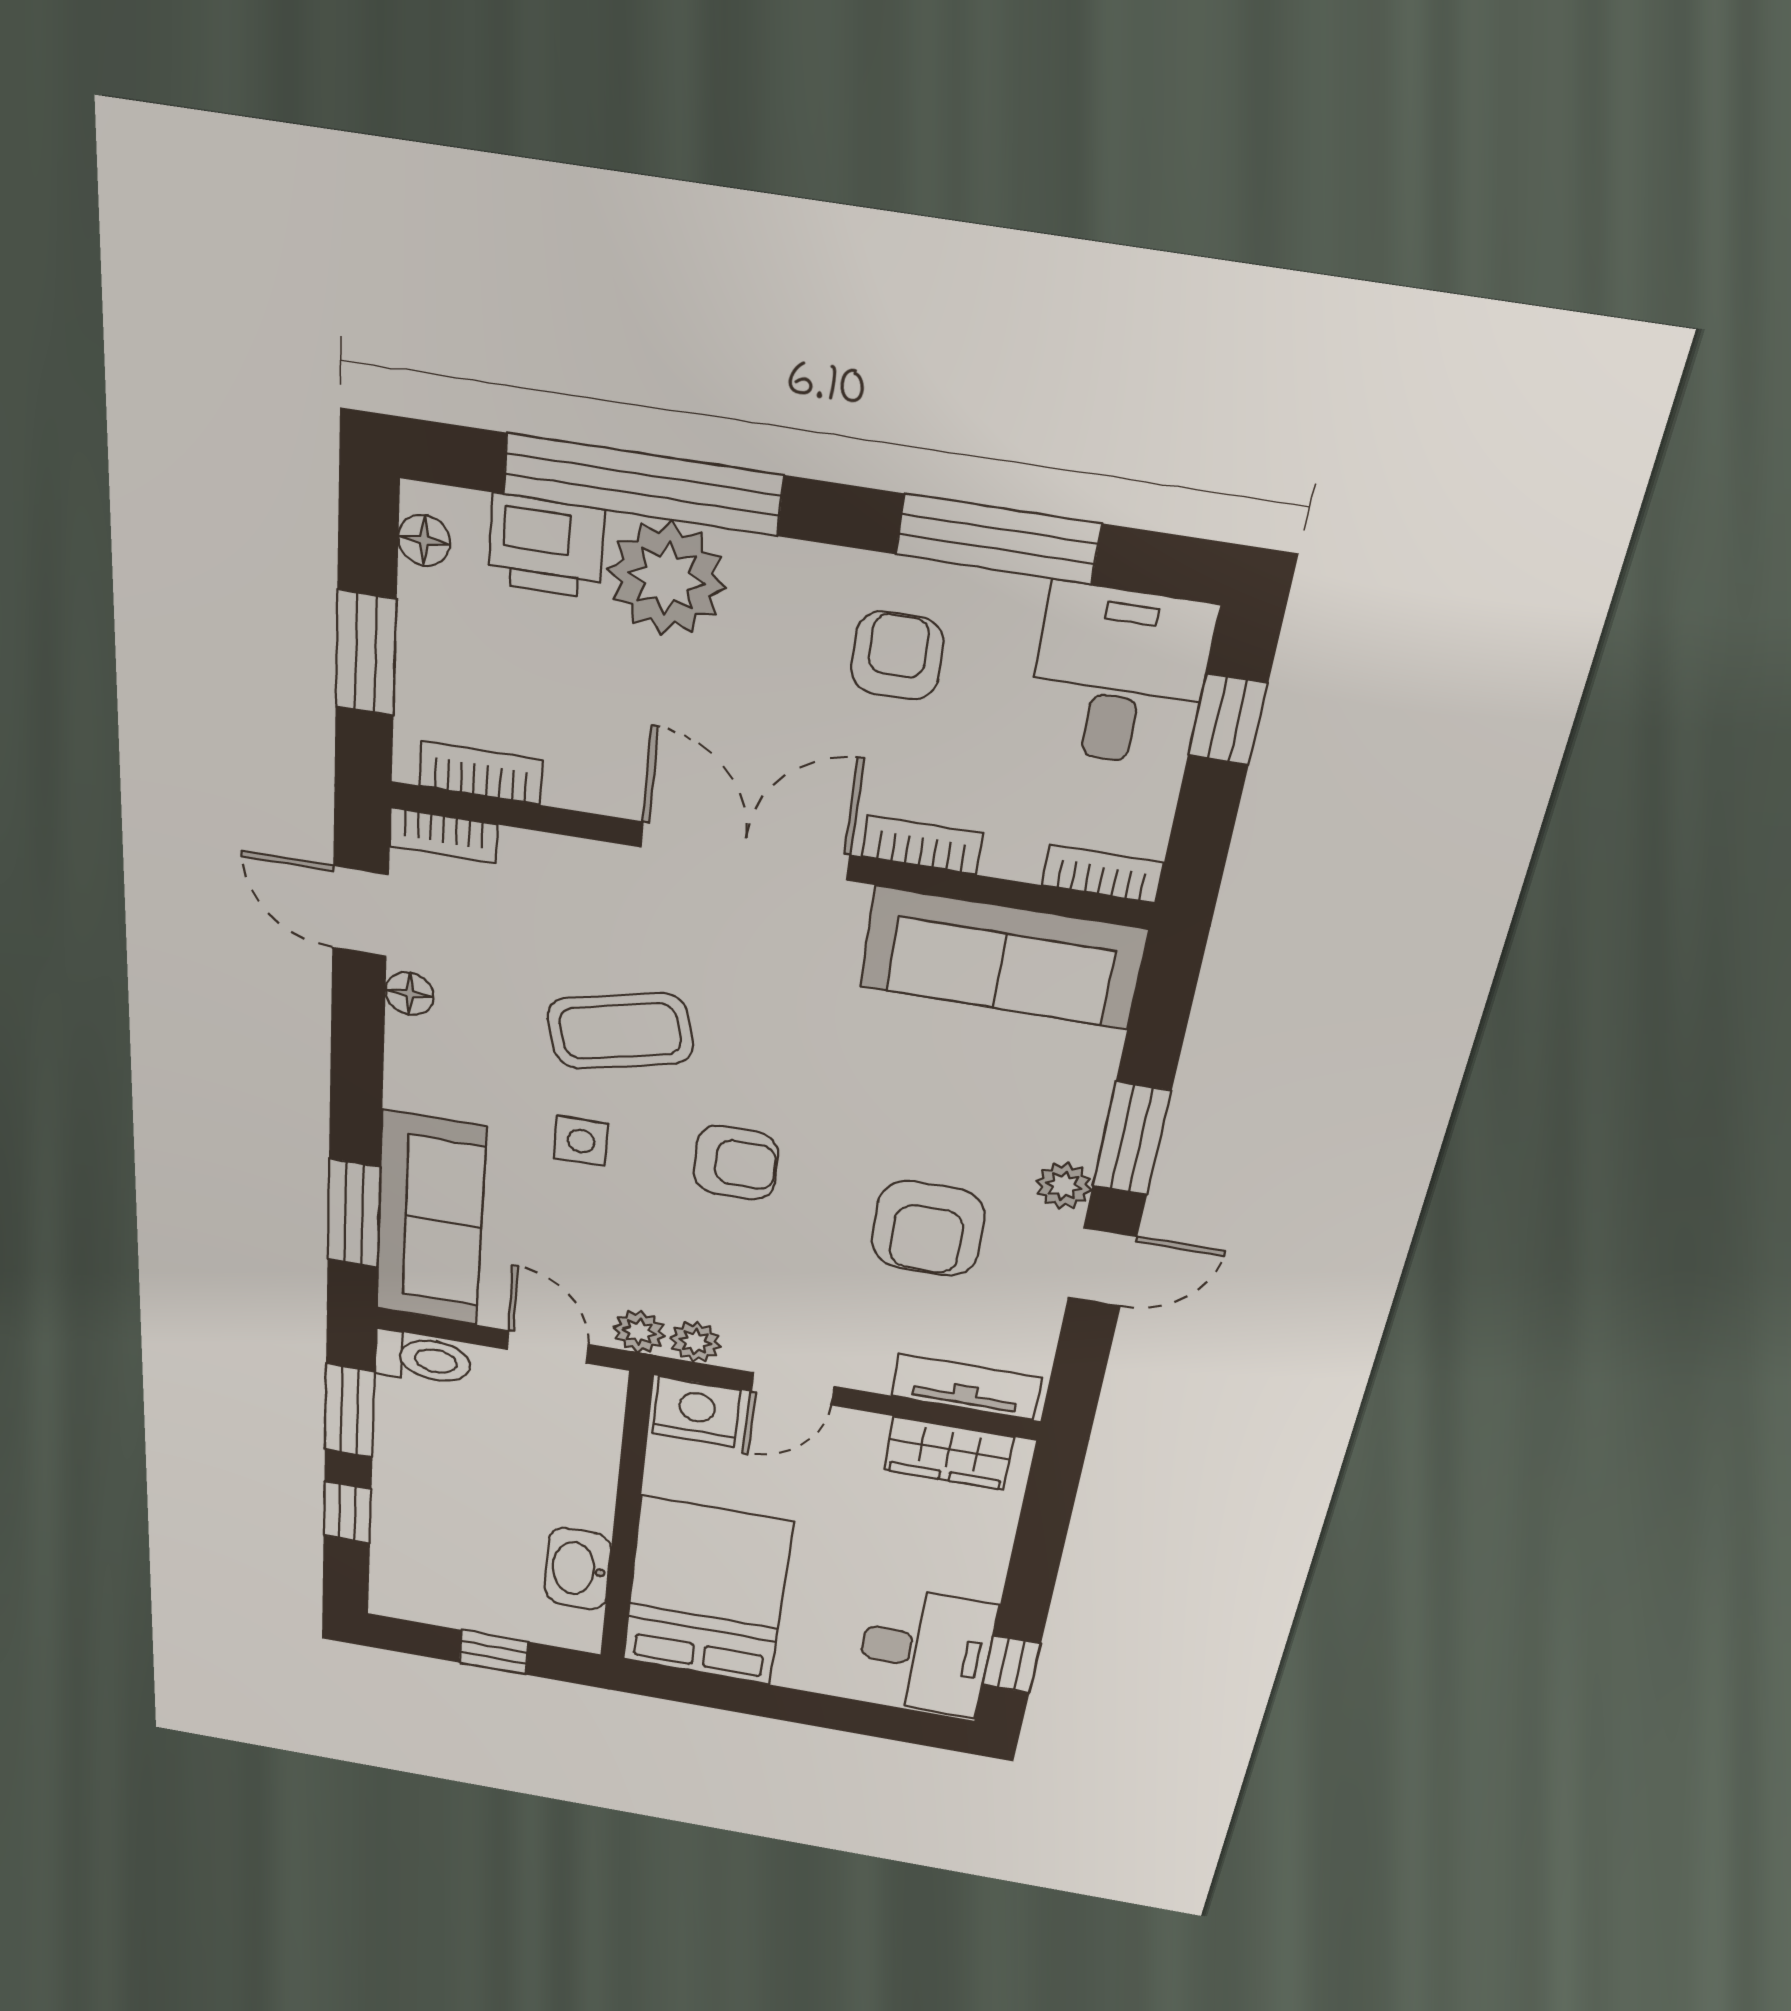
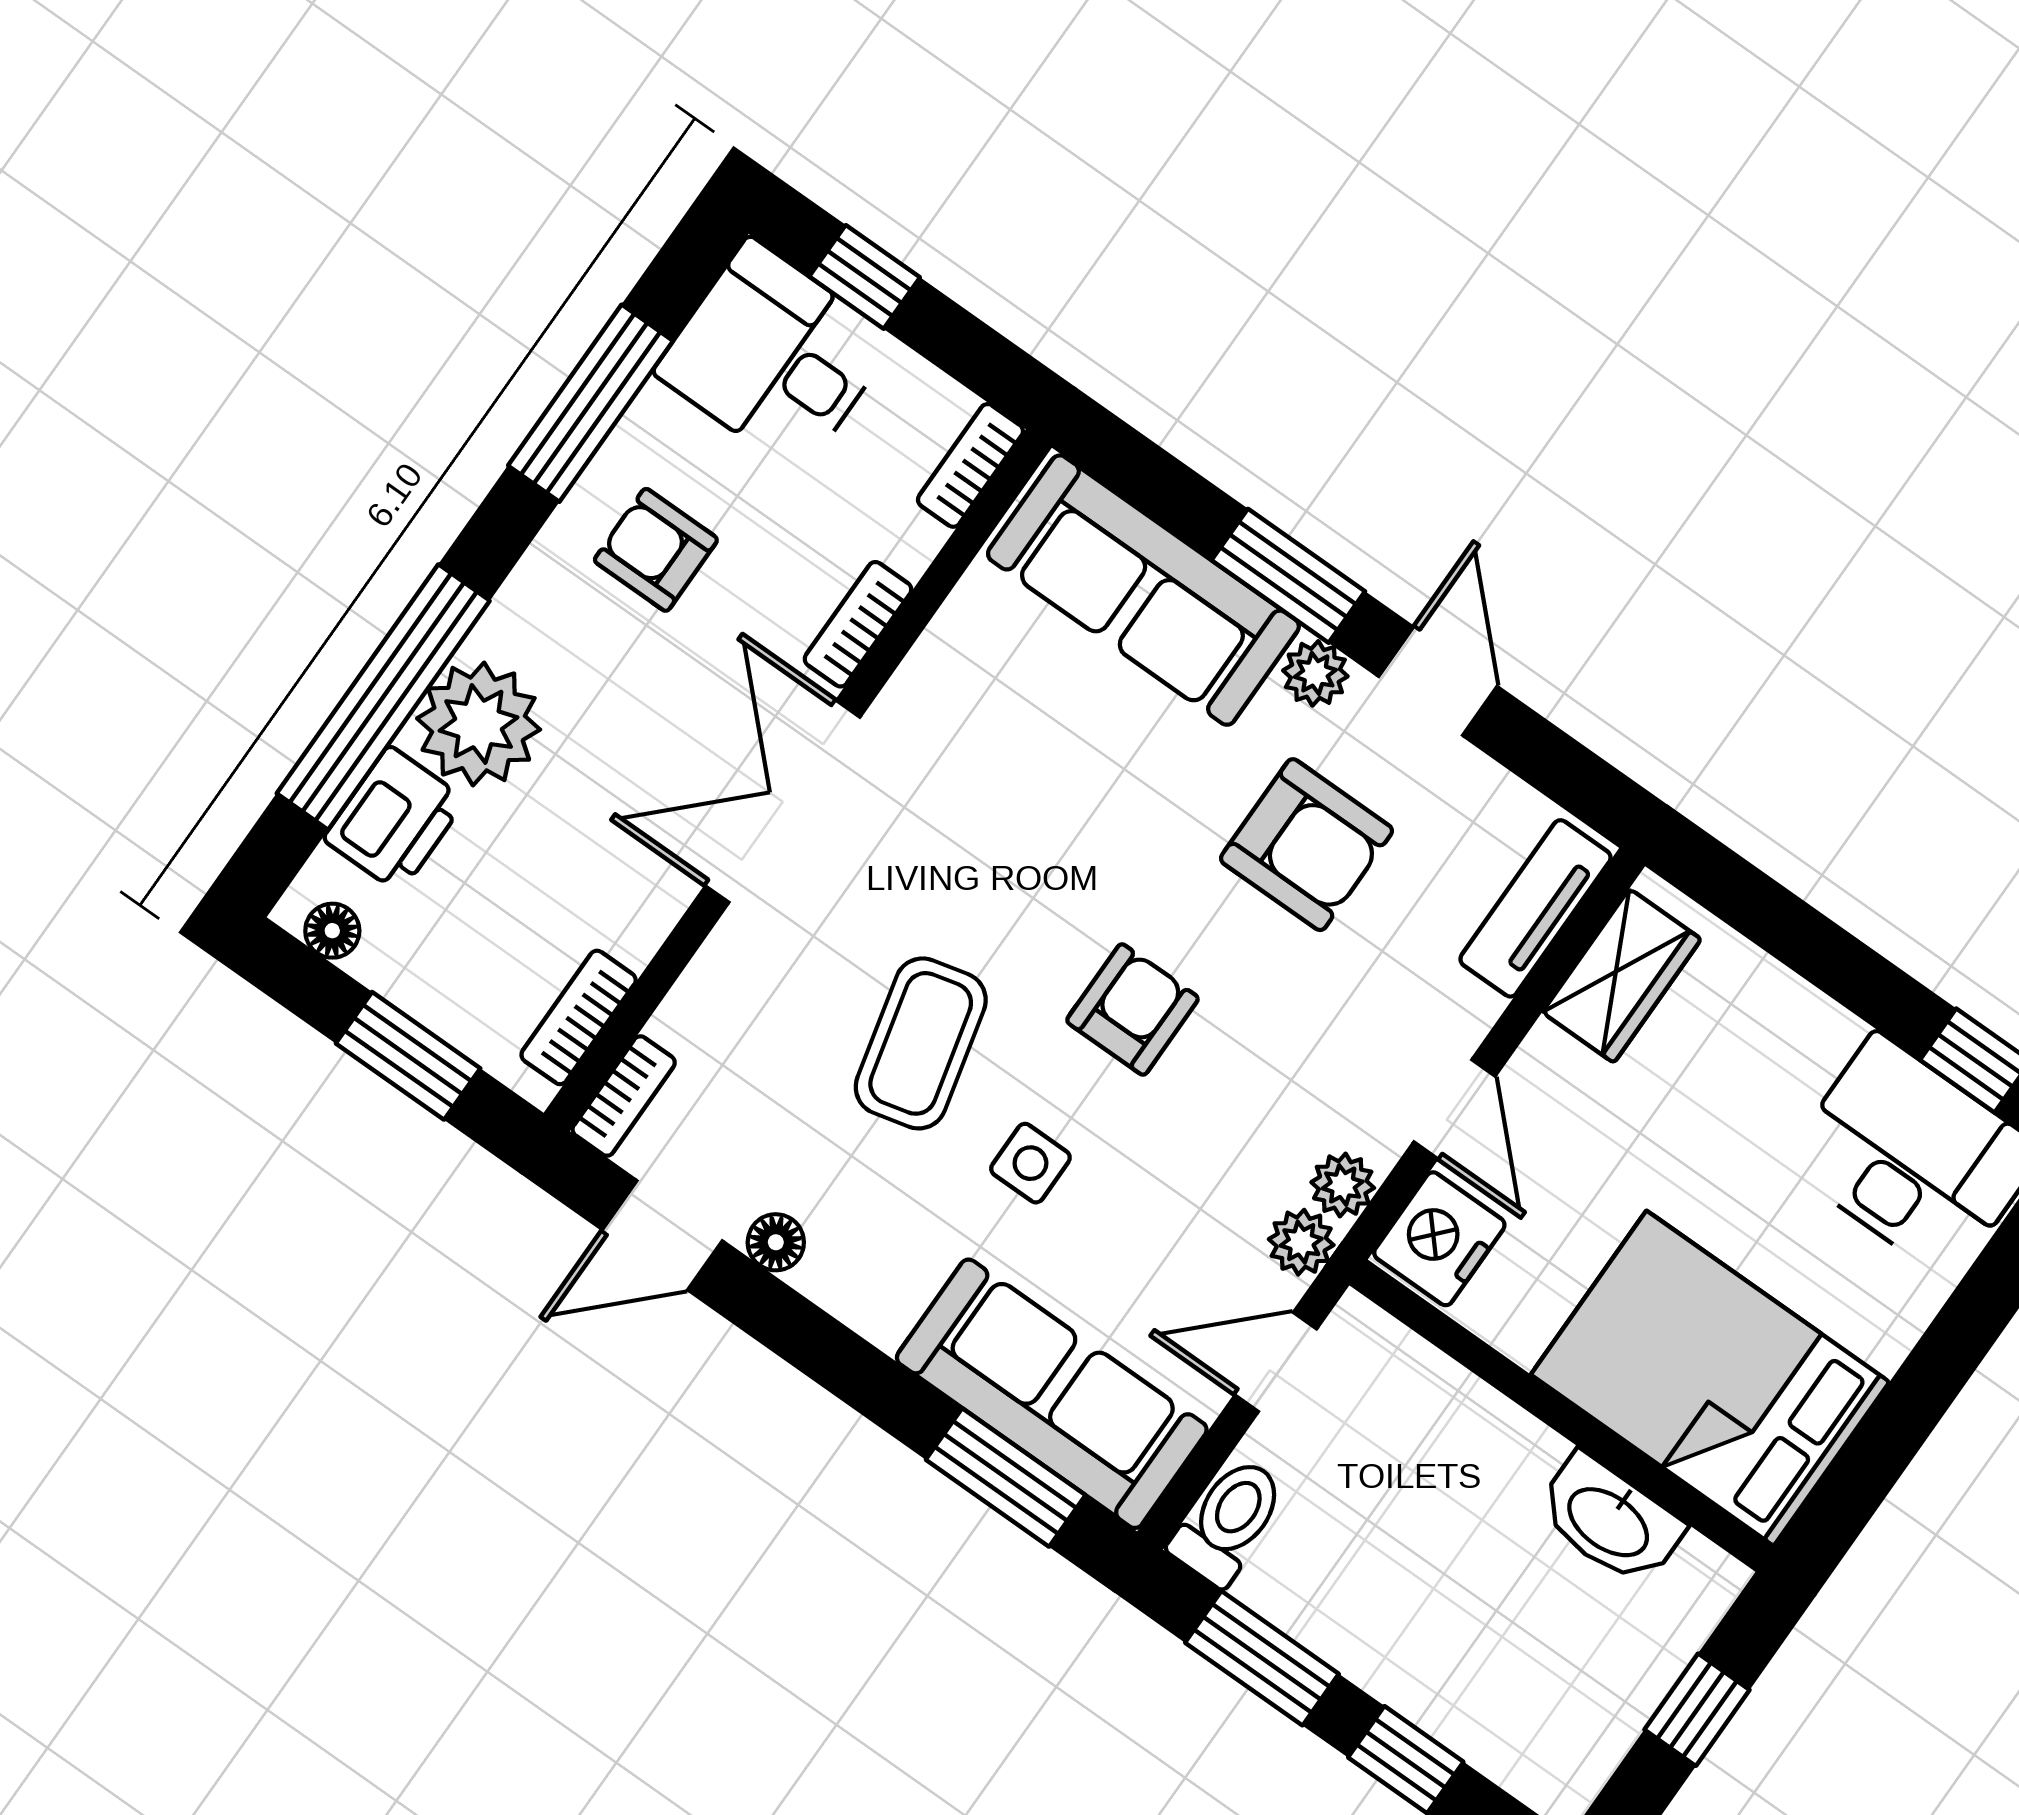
sofa: (1002, 958) -> (1143, 590), moved, turned 90

